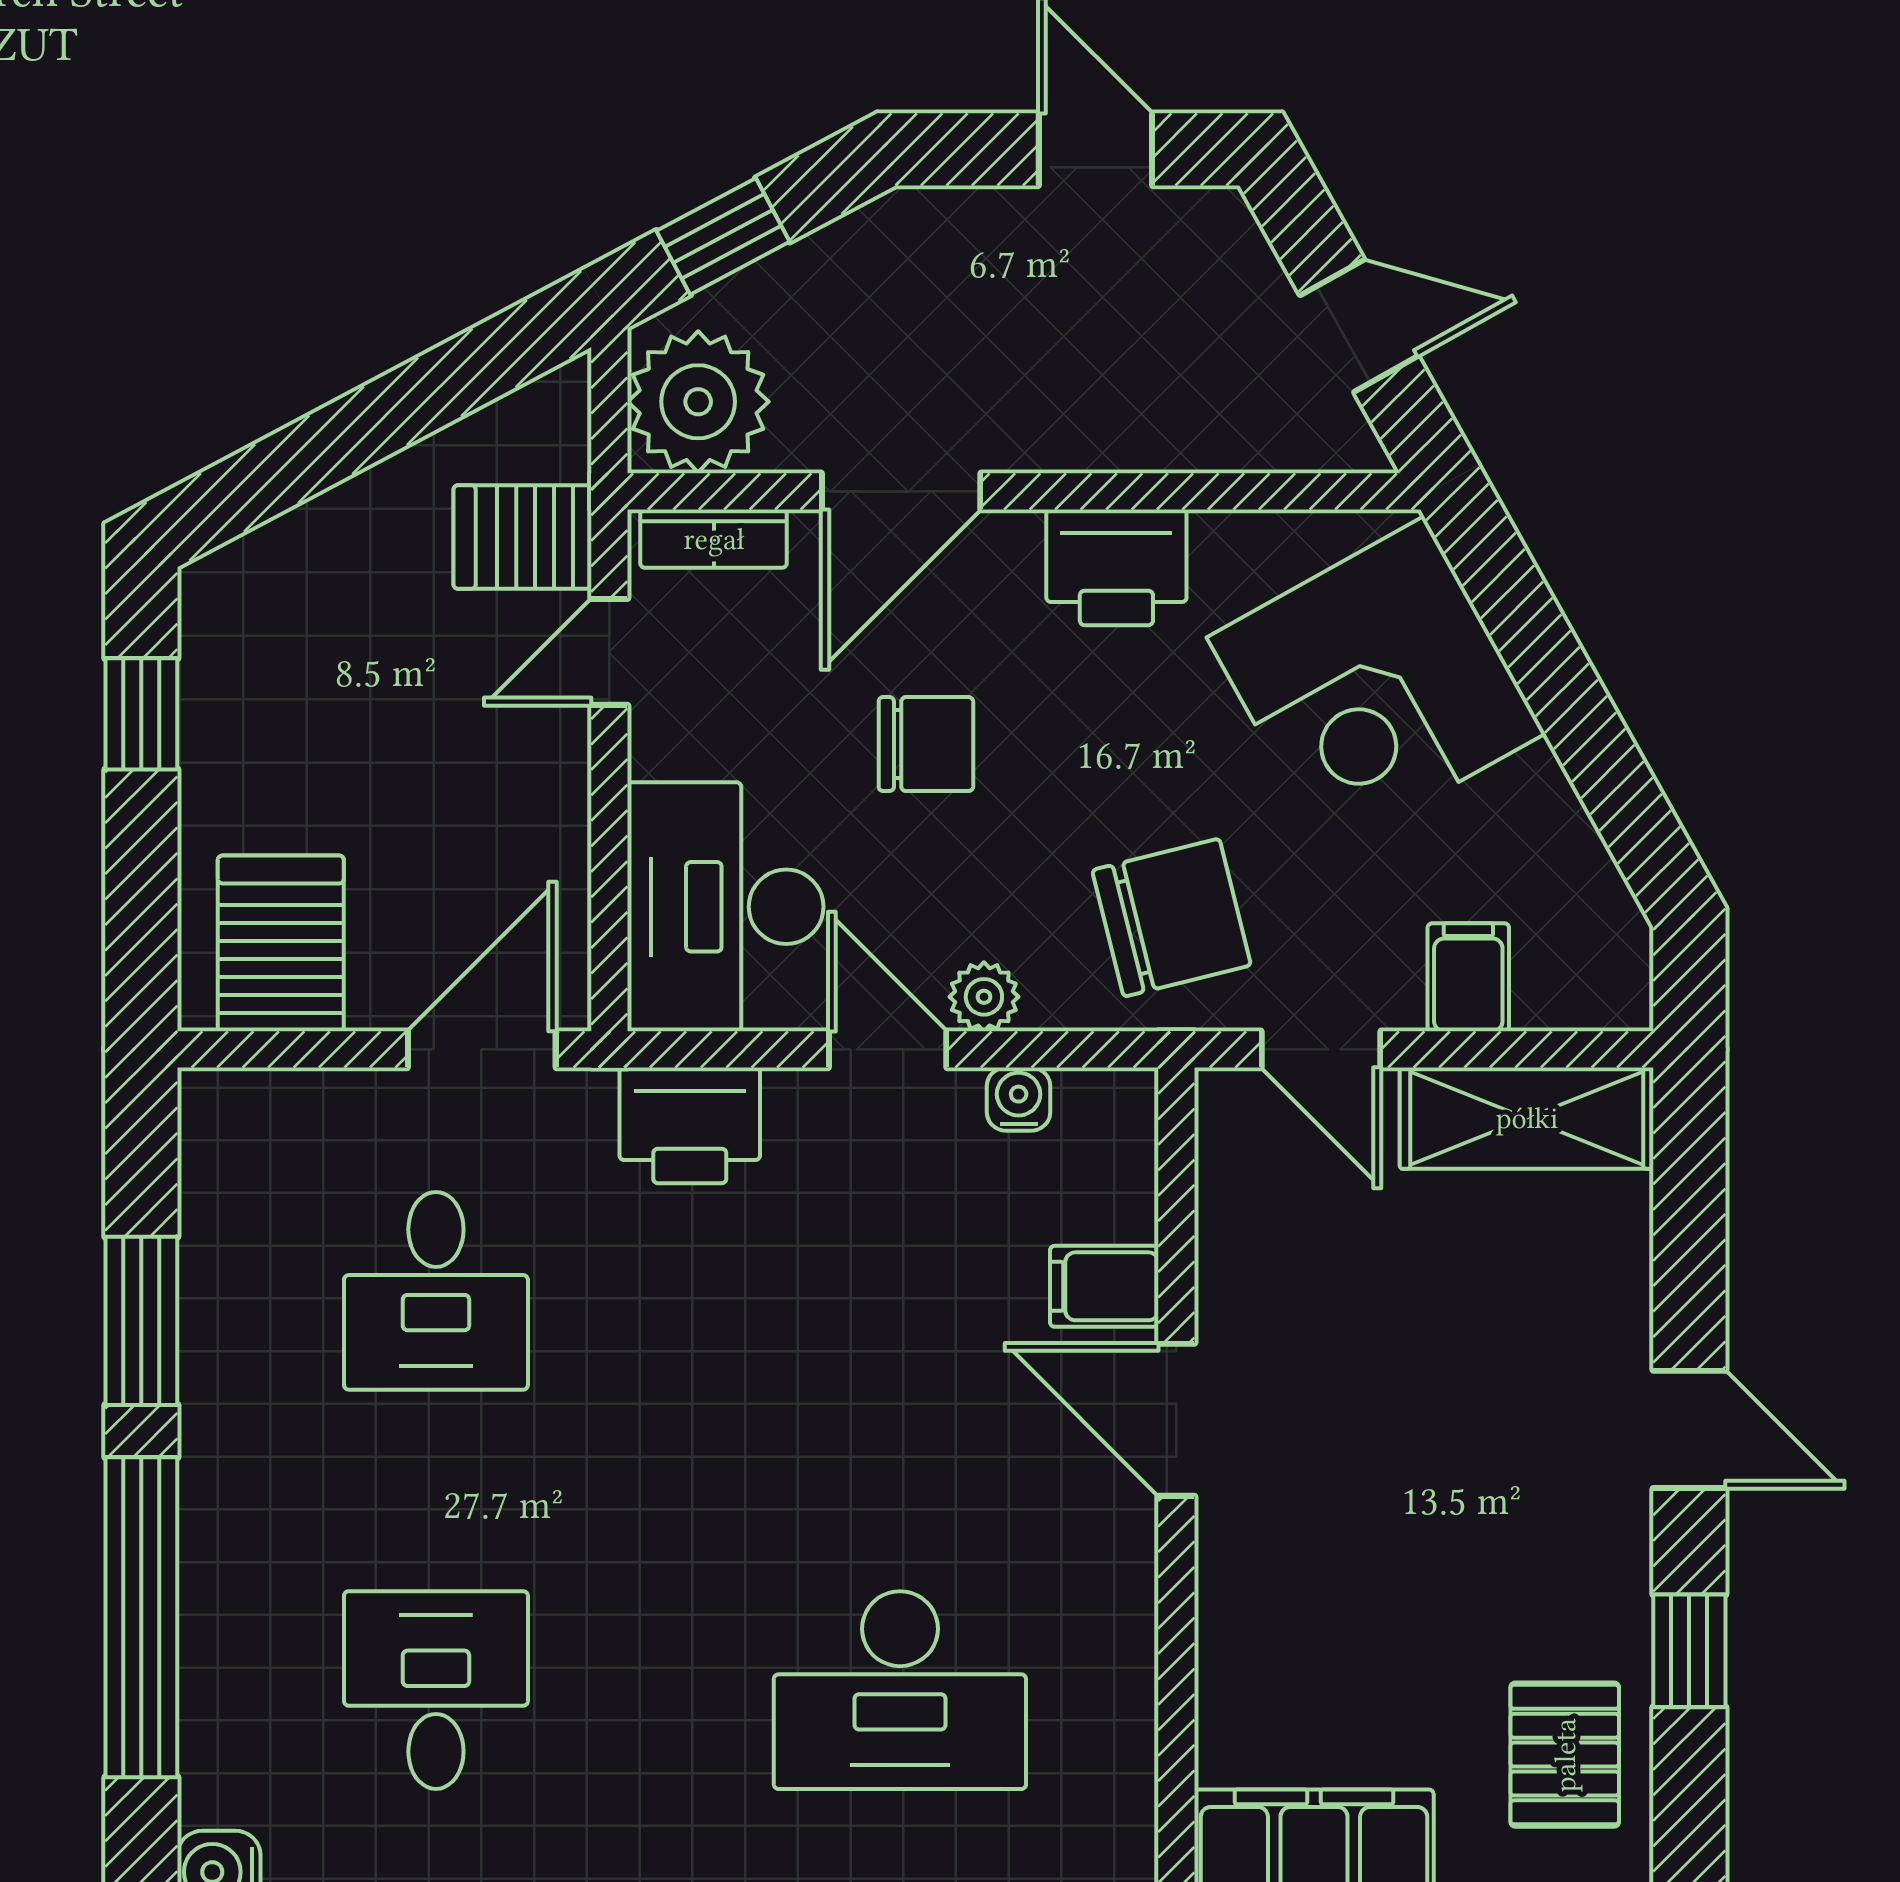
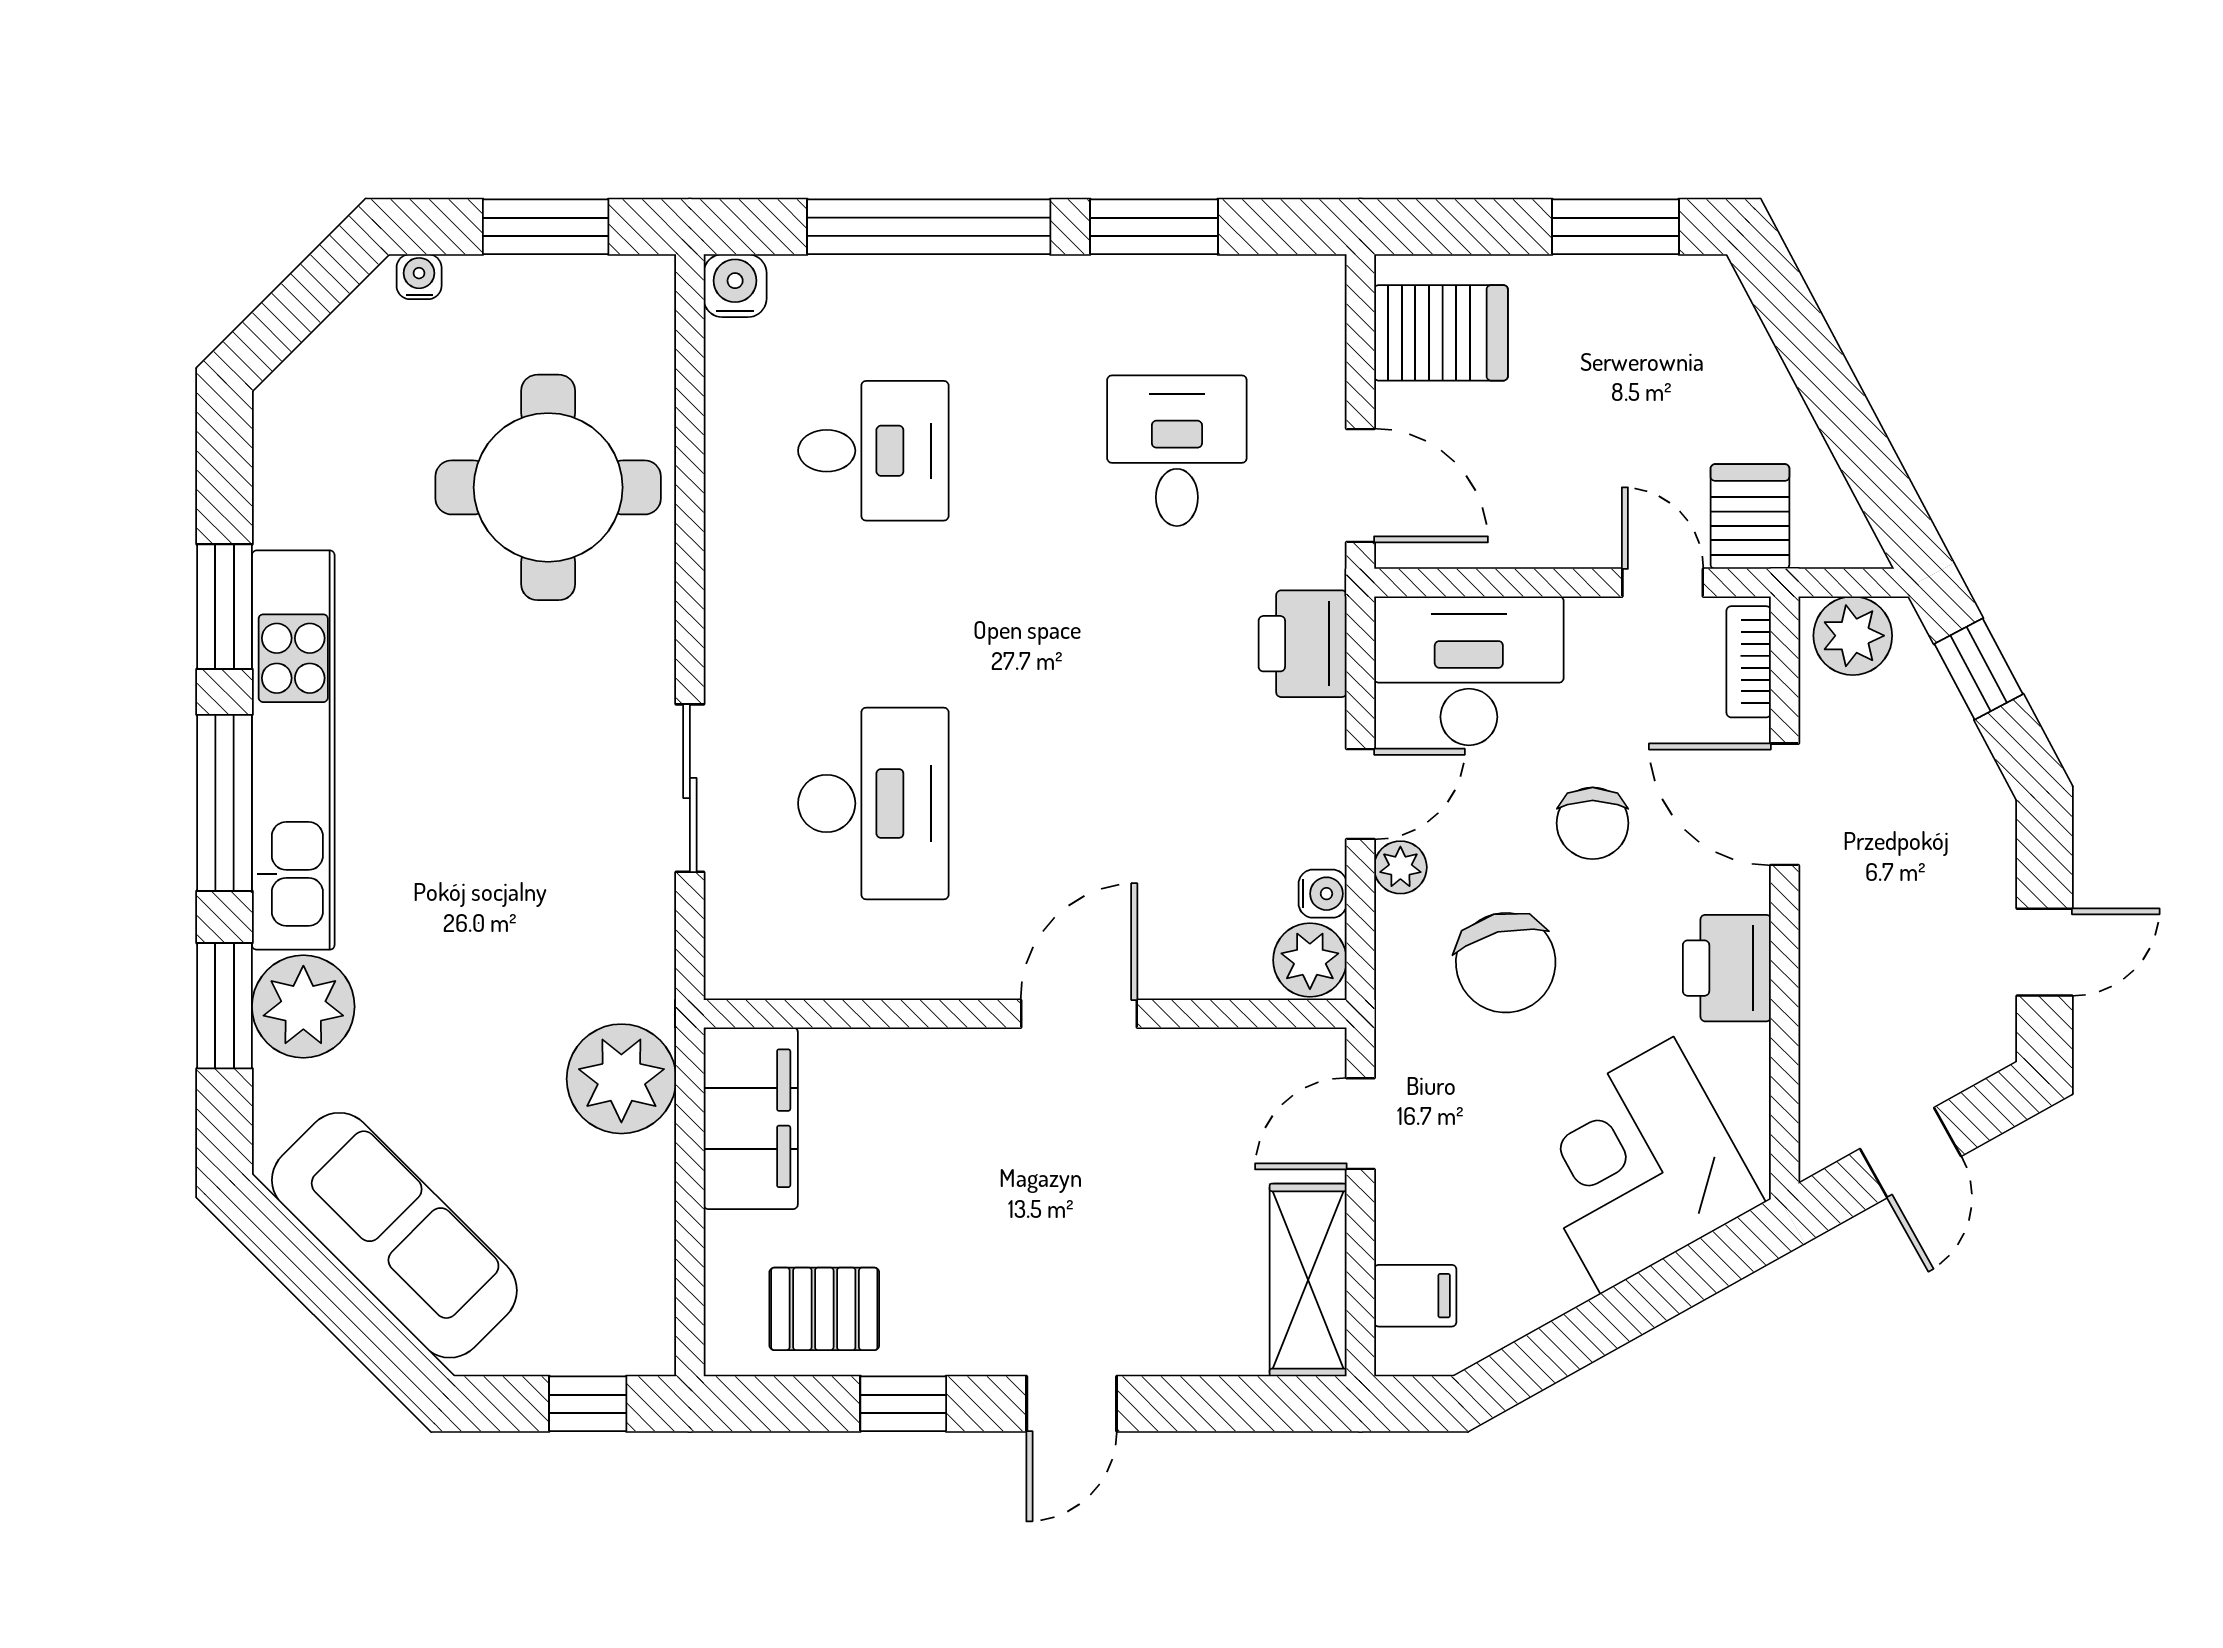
plant: (698, 402) -> (1853, 636), width x0.73, depth x0.73
window: (141, 714) -> (1616, 227), width x1.50
chair: (1172, 918) -> (1506, 963), moved
filing cabinet: (1468, 977) -> (1415, 1296), moved
plant: (1106, 1116) -> (1310, 960), added
filing cabinet: (1104, 1286) -> (1180, 959), removed
desk: (436, 1291) -> (1177, 451), turned 90
desk: (900, 1690) -> (873, 803), turned 180

